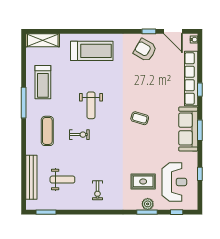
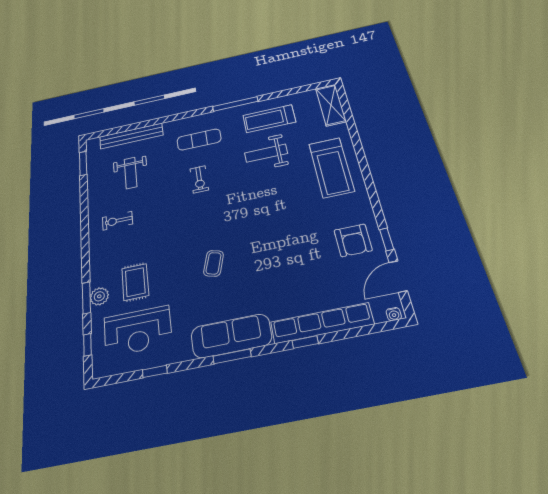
armchair: (145, 50) -> (353, 240), turned 150
weight bench: (91, 105) -> (266, 153), moved
coffee table: (140, 118) -> (214, 263), moved

